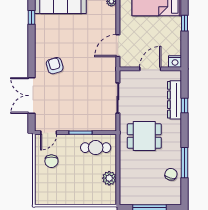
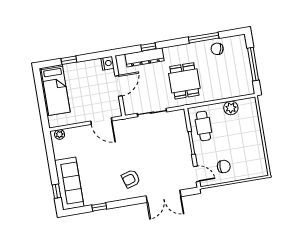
window: (32, 17) -> (99, 207), moved
door: (150, 69) -> (119, 86), swing flipped

